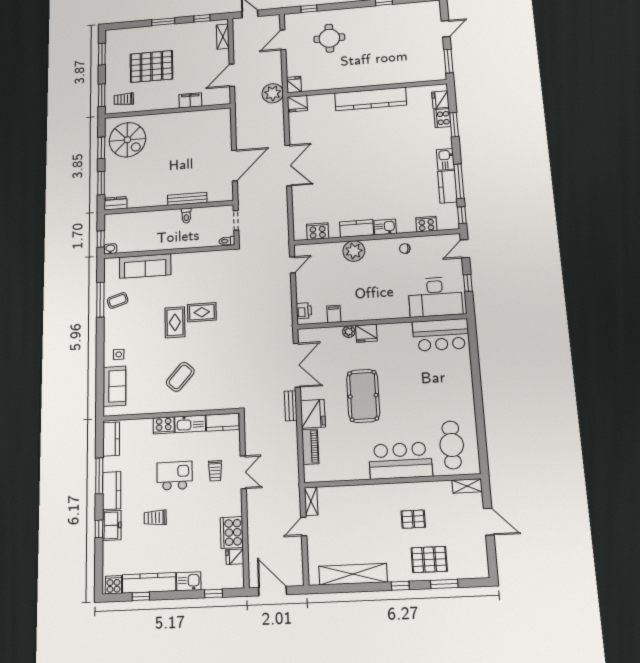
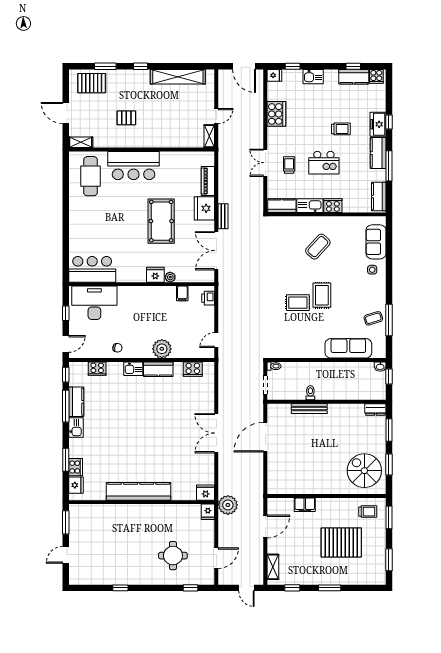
fridge: (235, 557) -> (274, 75), moved
pallet: (429, 559) -> (92, 83), moved
kitchen counter: (149, 583) -> (354, 77), width x0.67

